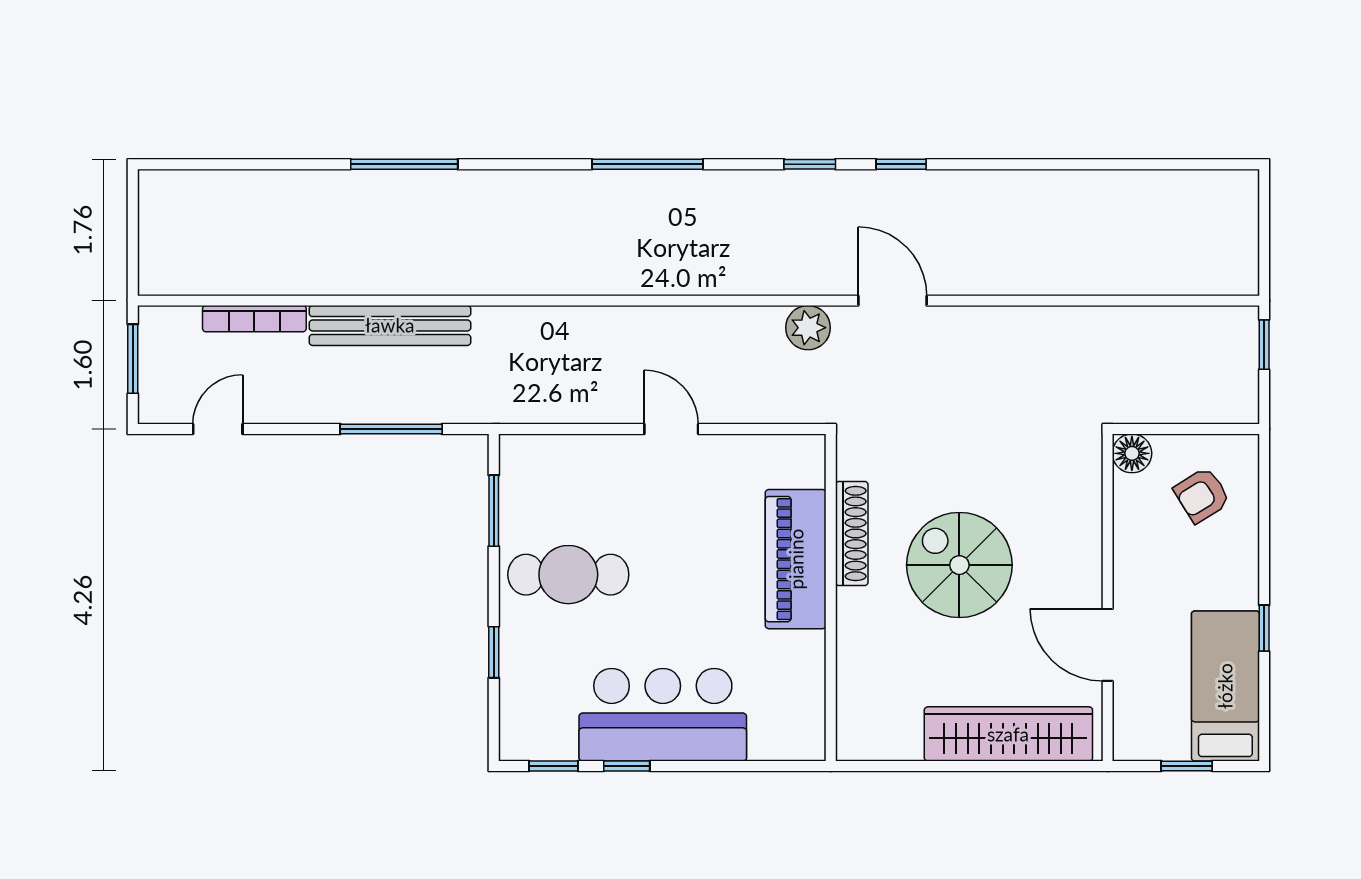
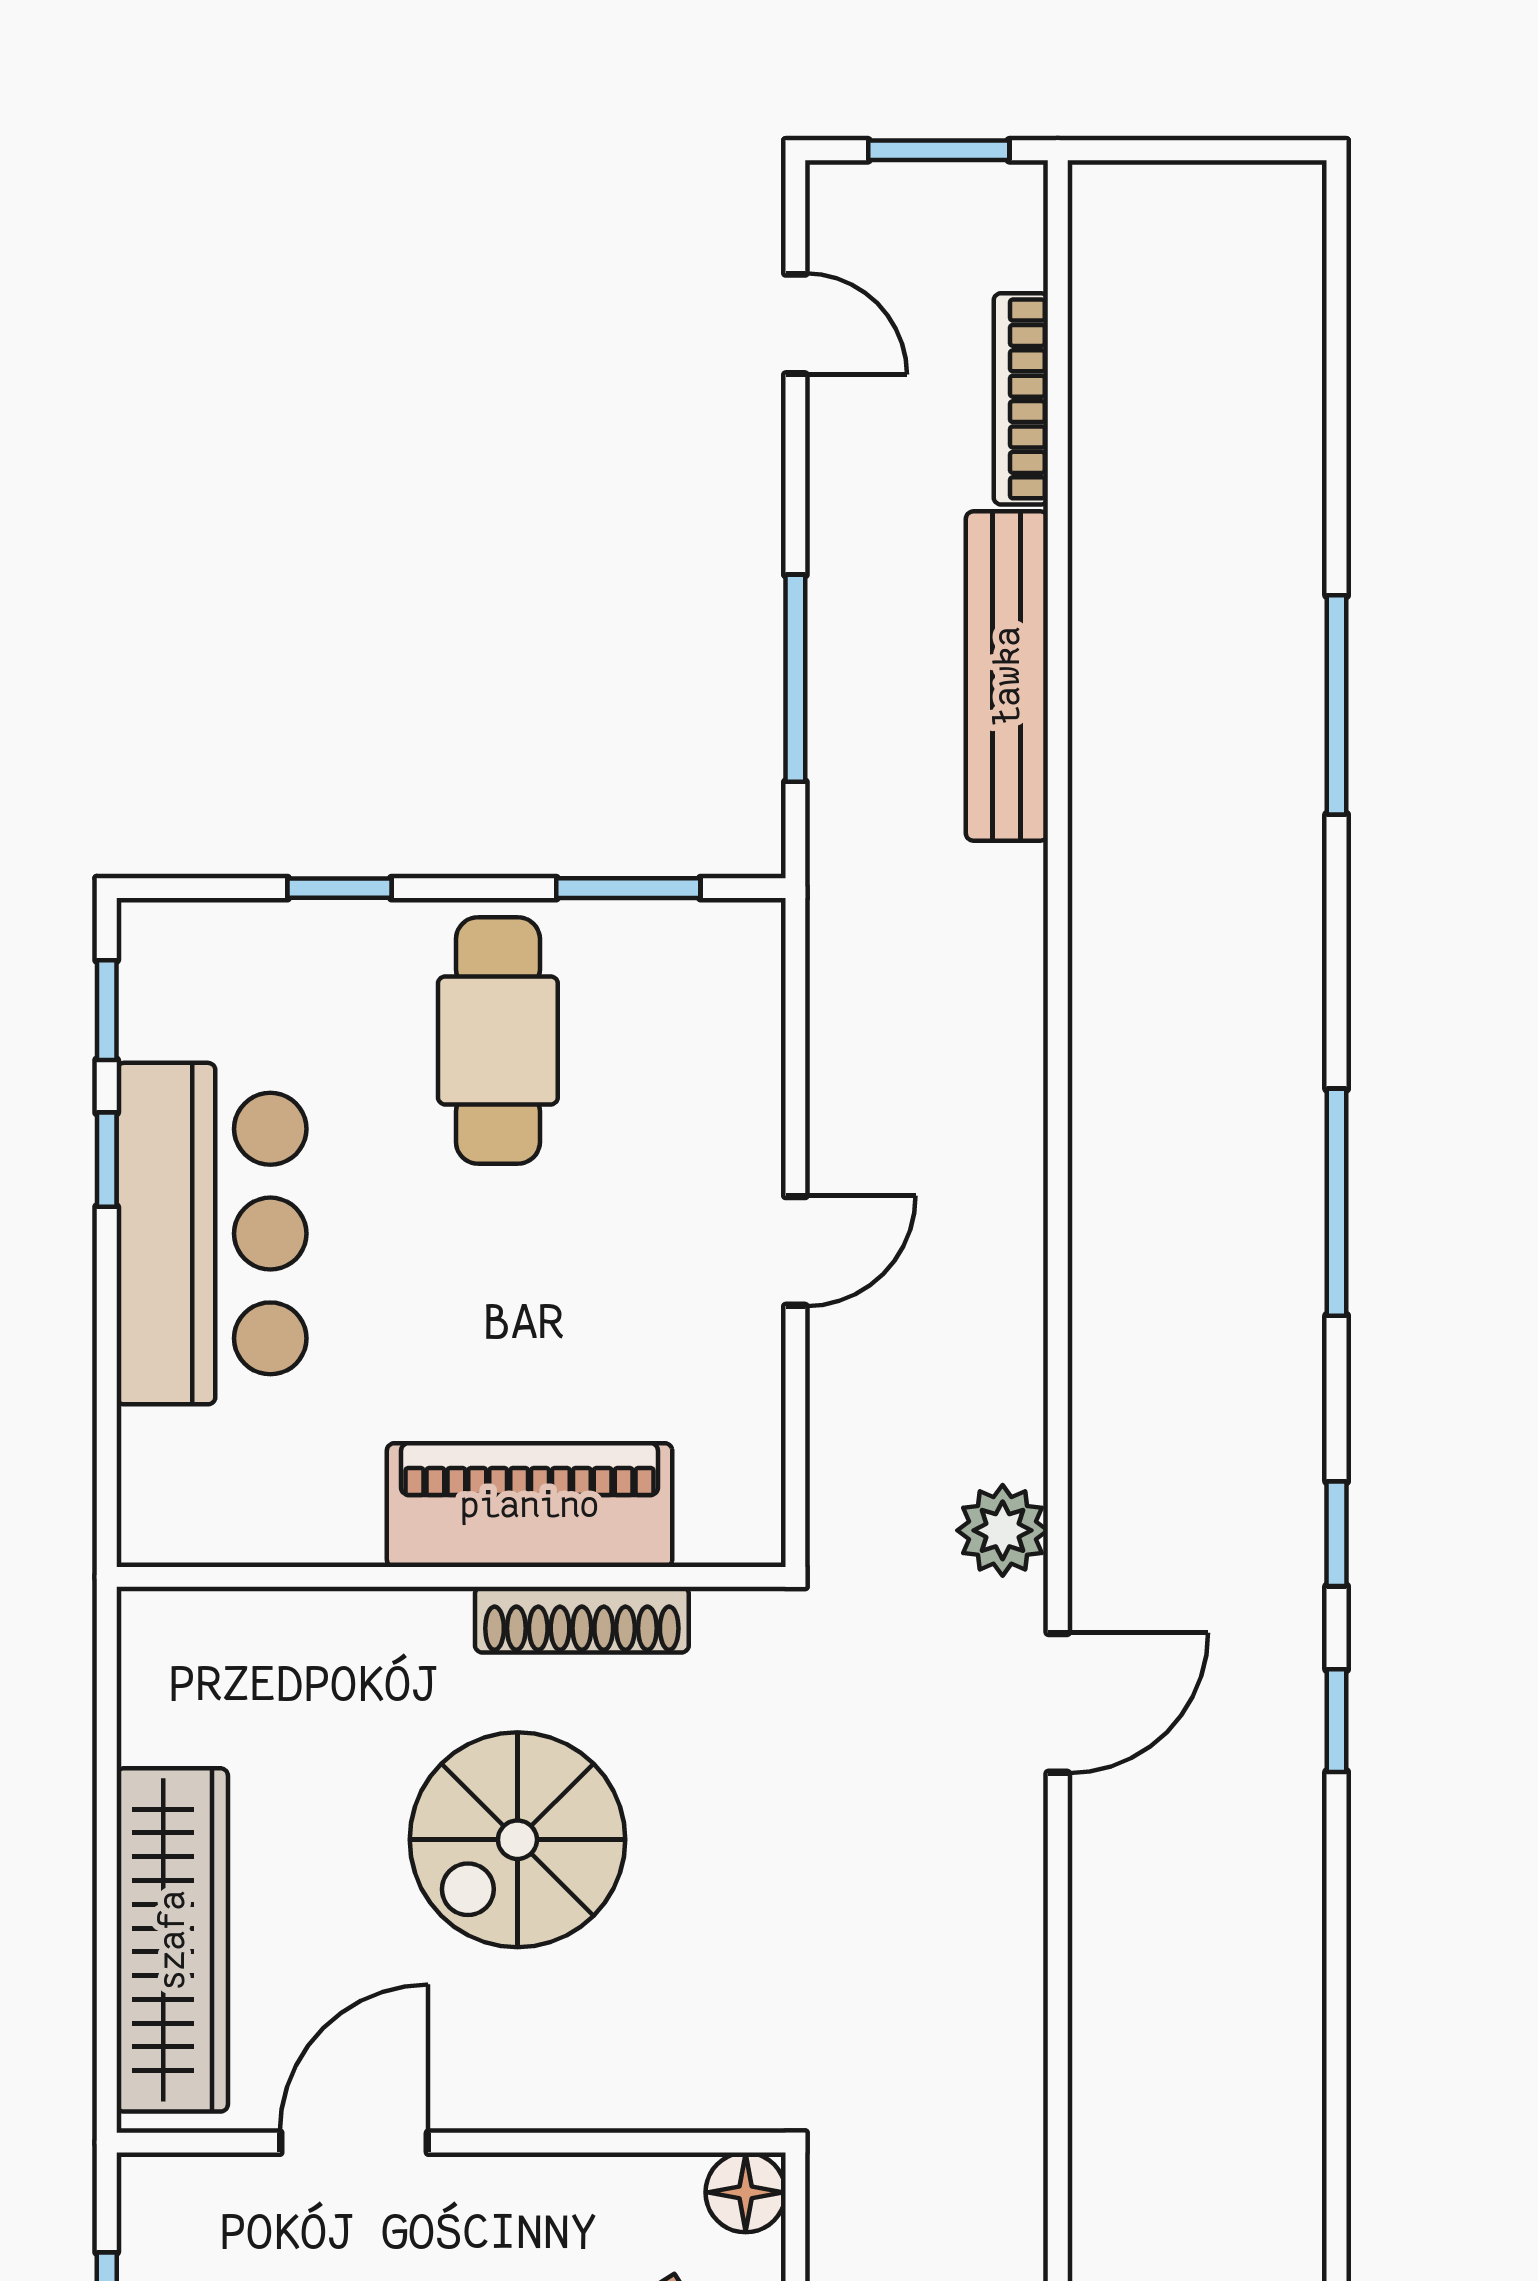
spiral stairs: (959, 565) -> (517, 1840), turned 180

